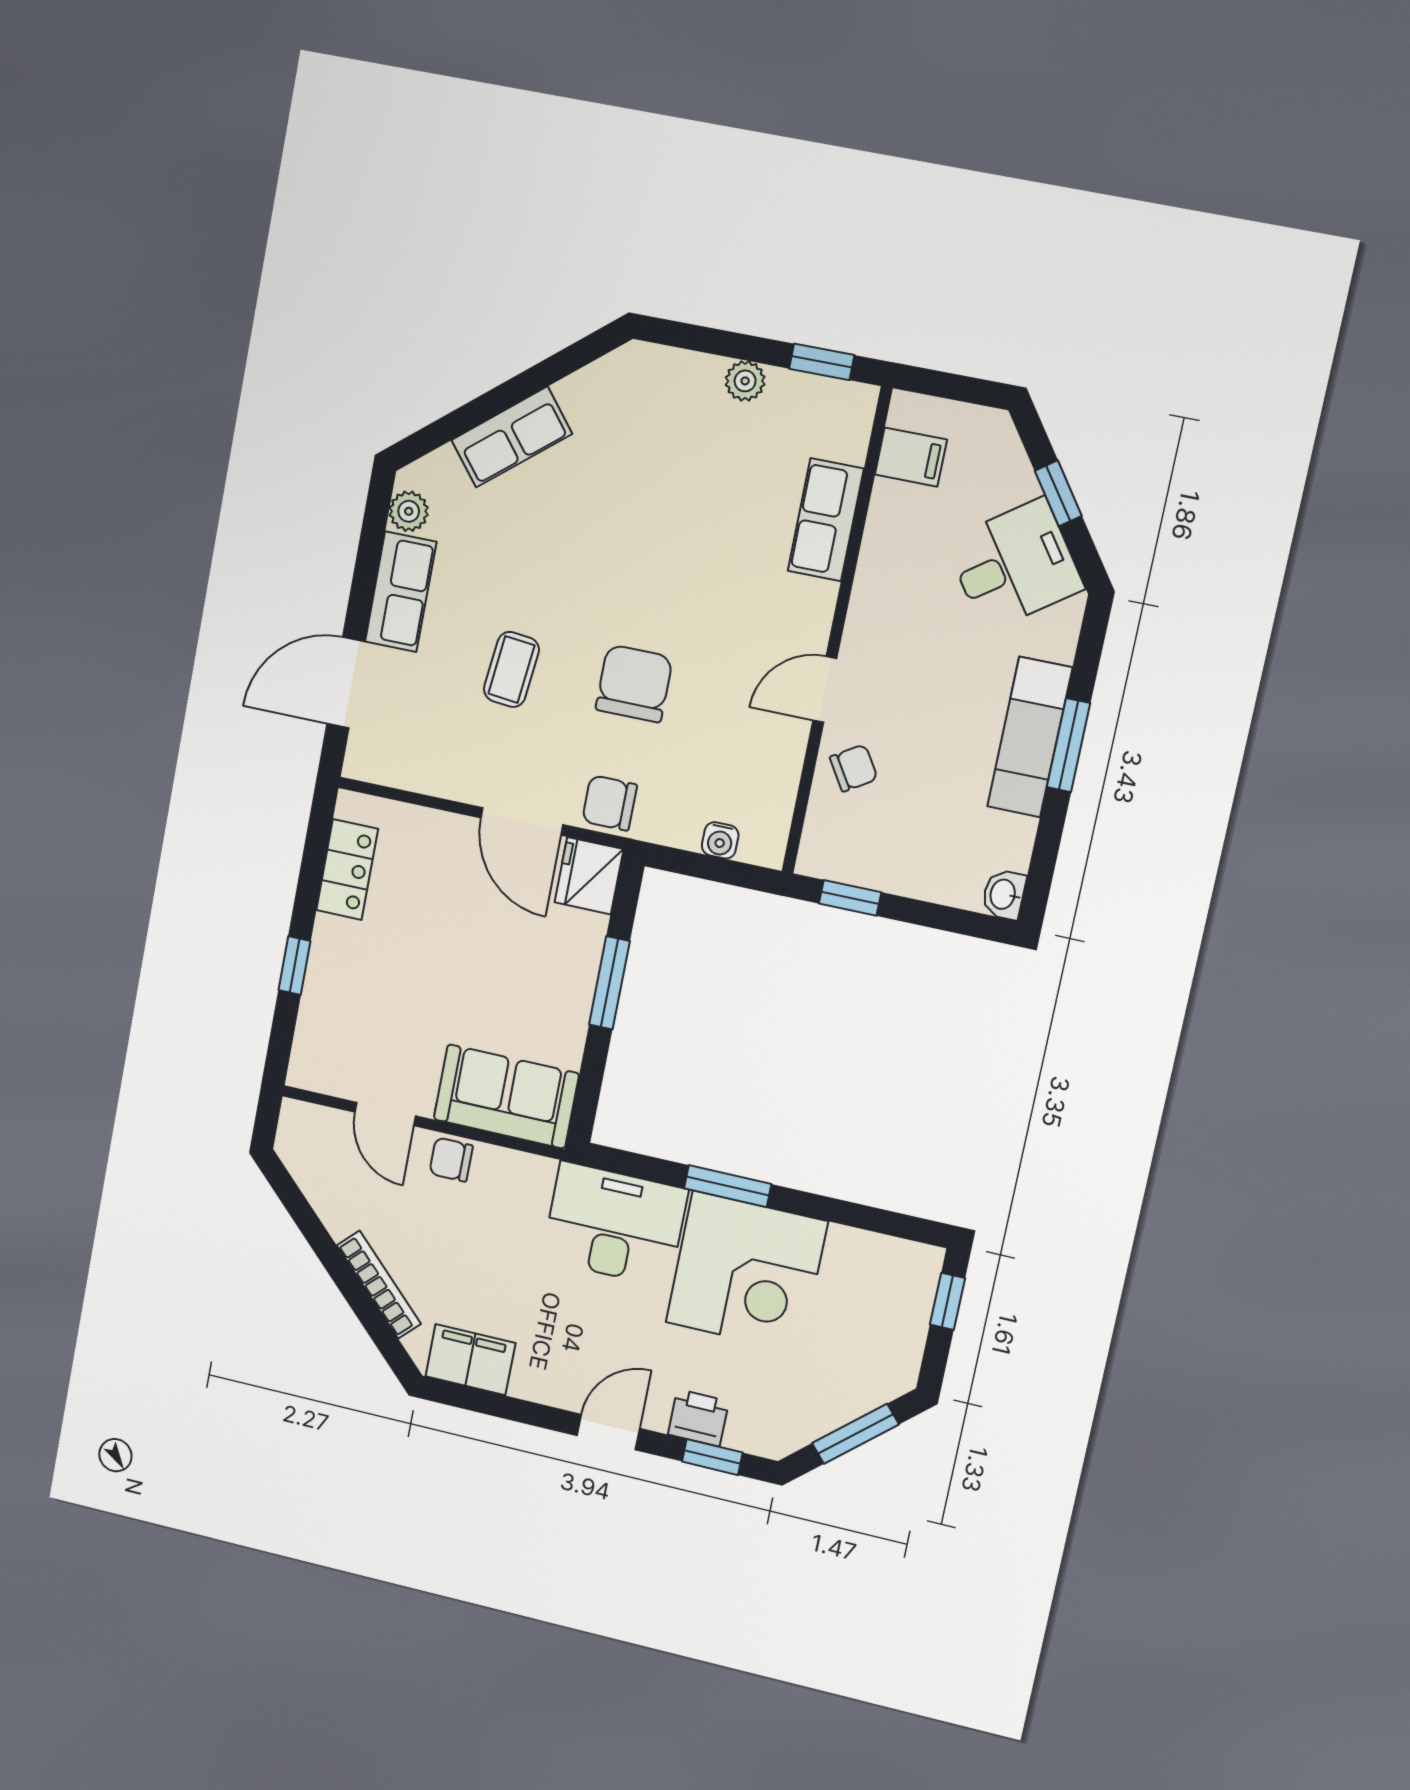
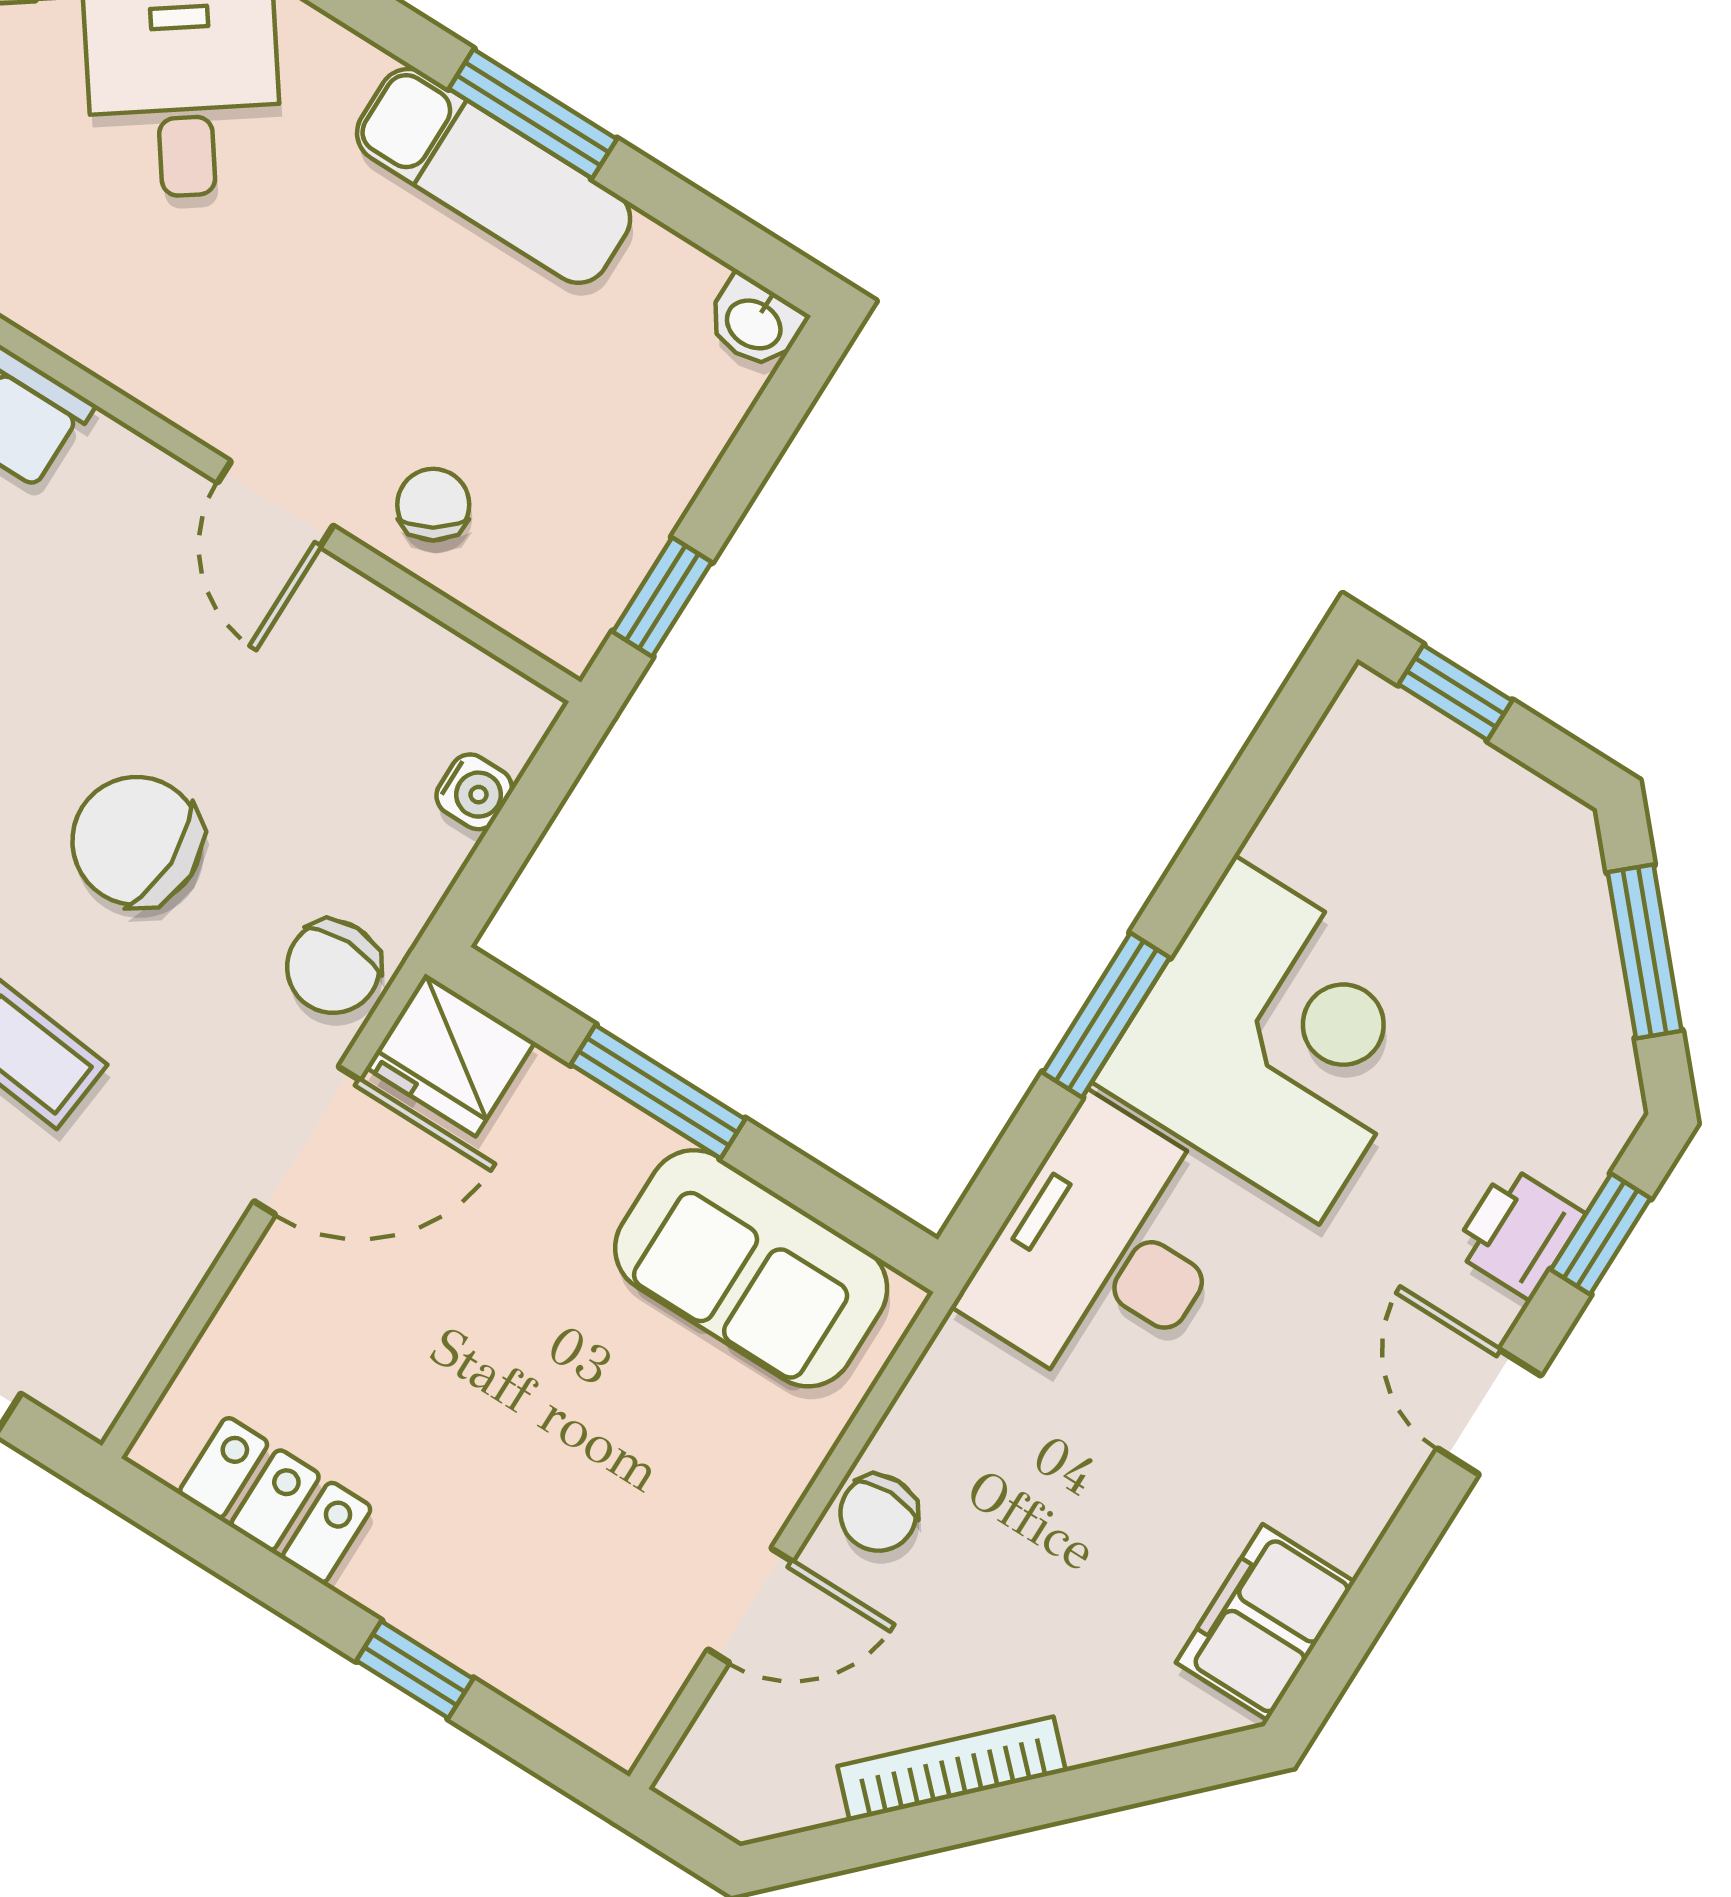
sofa: (506, 1096) -> (751, 1268), moved, turned -90
bookcase: (379, 1285) -> (952, 1769), moved

